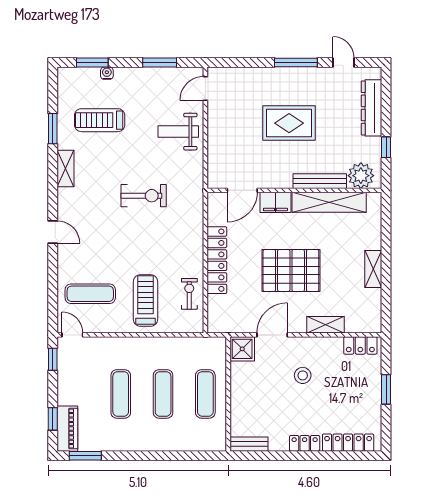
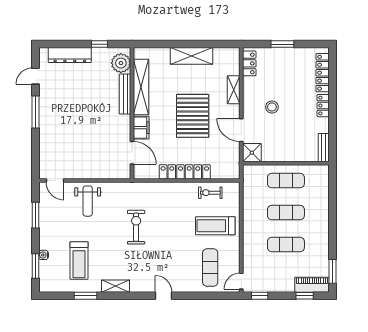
rug: (289, 123) -> (81, 117), removed
door: (53, 232) -> (164, 296), hinge flipped
shelving: (373, 269) -> (191, 56), width x1.50, depth x1.33

